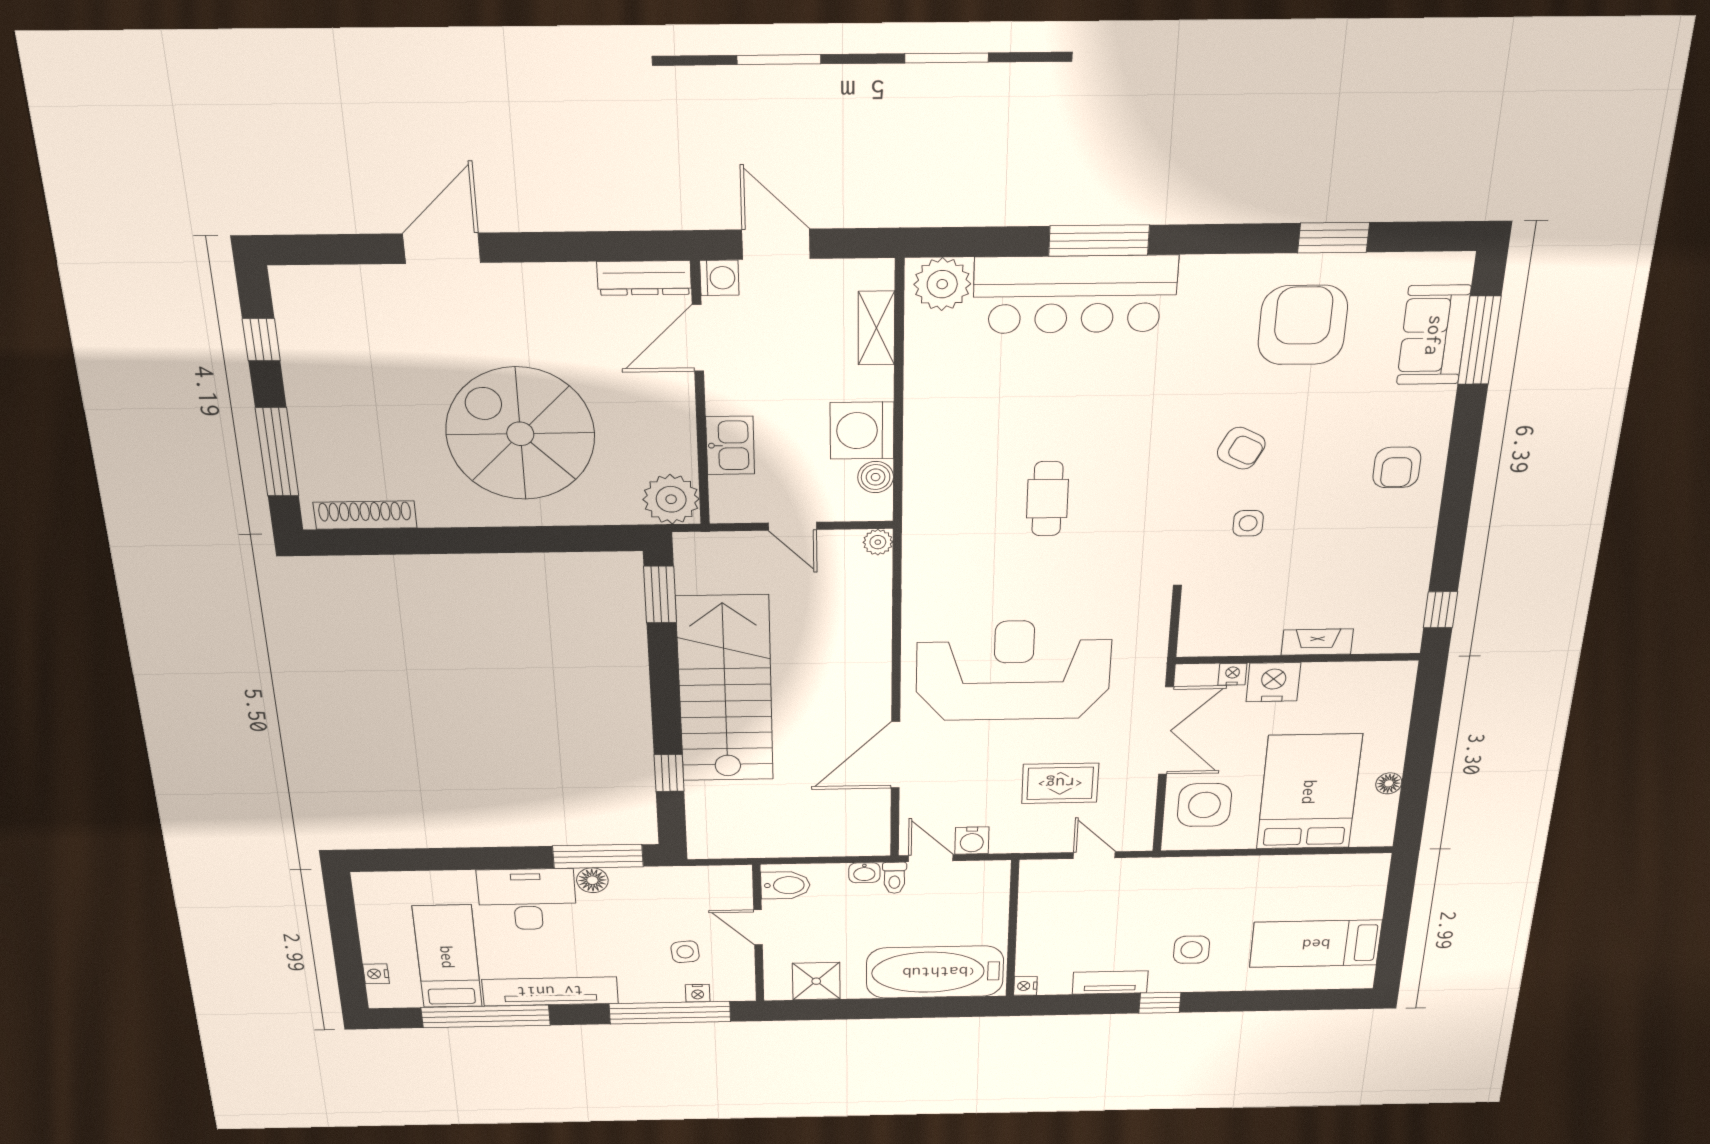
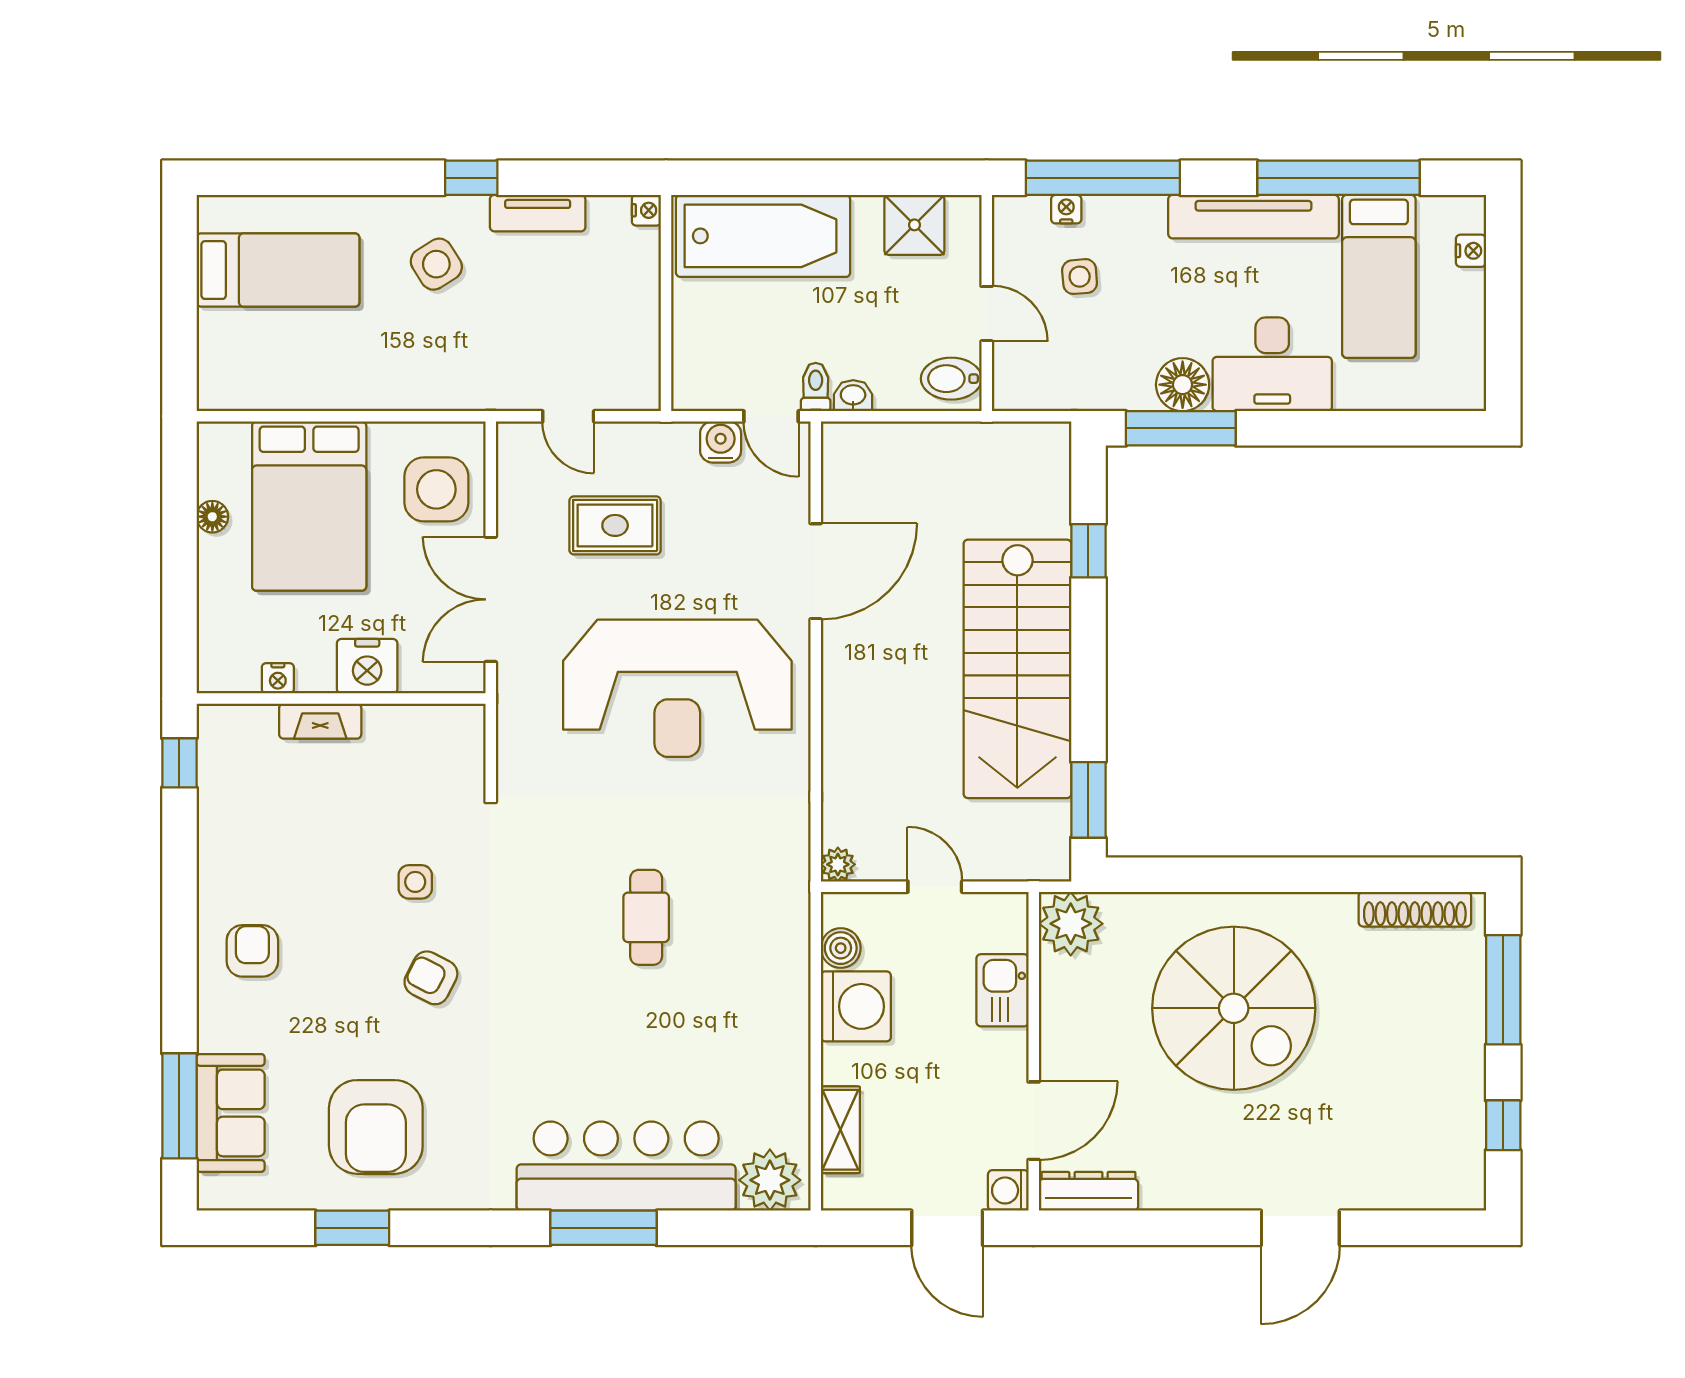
nightstand: (1232, 674) -> (278, 678), moved
floor lamp: (592, 880) -> (1183, 385), width x1.38, depth x1.38
side table: (1192, 950) -> (436, 264), turned -32

